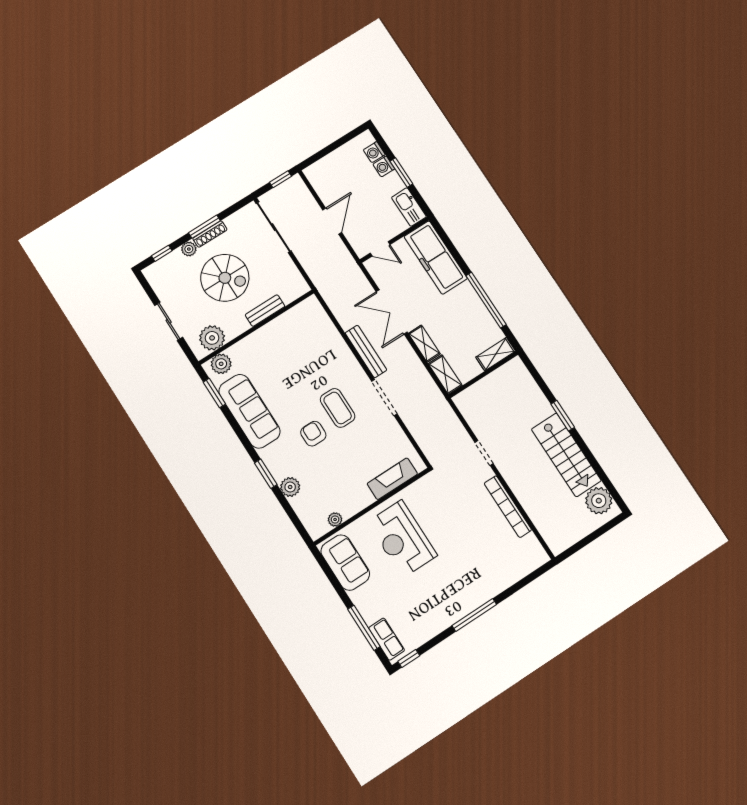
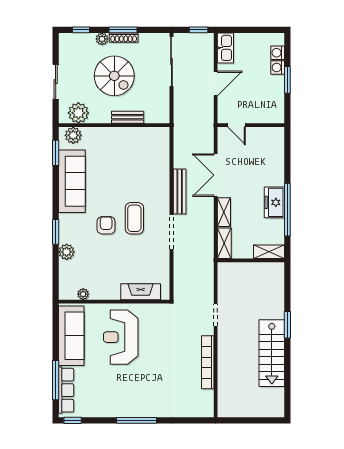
kitchen sink: (409, 207) -> (225, 48), moved, turned 180
freezer: (436, 257) -> (274, 202), moved, width x0.52, depth x0.79
plant: (599, 501) -> (273, 399), removed
sofa: (345, 563) -> (71, 336), width x1.36
row of seats: (387, 639) -> (66, 390), width x1.48

